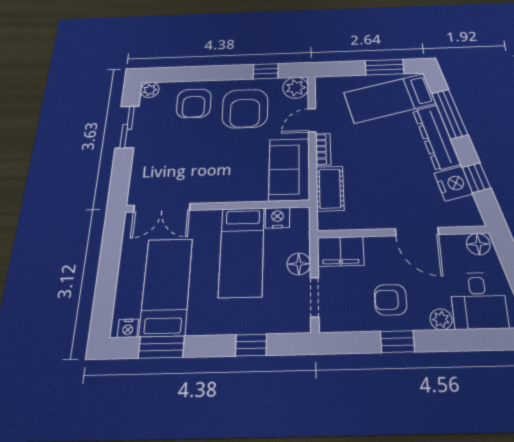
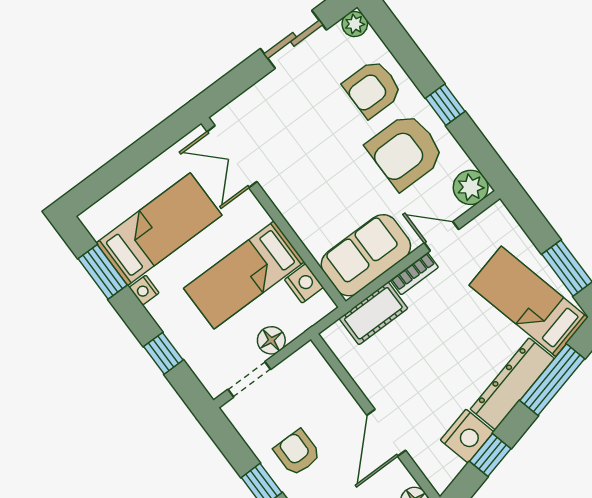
window: (266, 71) -> (445, 105), moved
filing cabinet: (340, 251) -> (313, 372), removed
nightstand: (128, 328) -> (144, 290), moved

